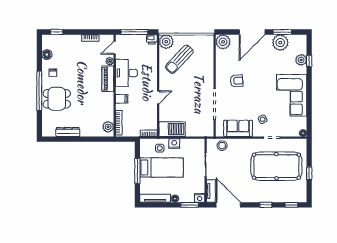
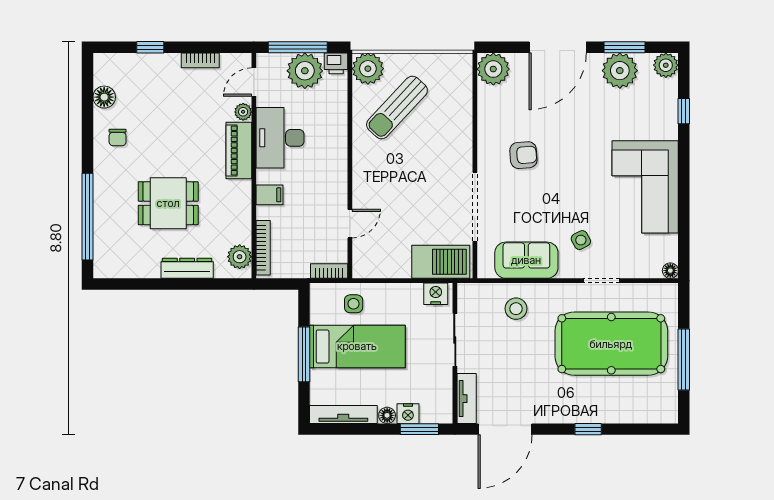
window: (57, 32) -> (150, 47), moved
plant: (138, 43) -> (305, 71), added
plant: (301, 60) -> (666, 65), moved
window: (39, 91) -> (87, 217), moved
door: (158, 97) -> (350, 224), moved
dining table: (57, 99) -> (168, 203), moved
barbecue: (172, 129) -> (441, 262), moved
dresser: (68, 132) -> (187, 268), moved
nightstand: (174, 144) -> (436, 294), moved
stool: (222, 146) -> (516, 309), moved
window: (309, 173) -> (684, 359), width x2.17
nightstand: (200, 198) -> (408, 414), moved
door: (228, 205) -> (505, 429), swing flipped
window: (291, 205) -> (644, 429), removed

